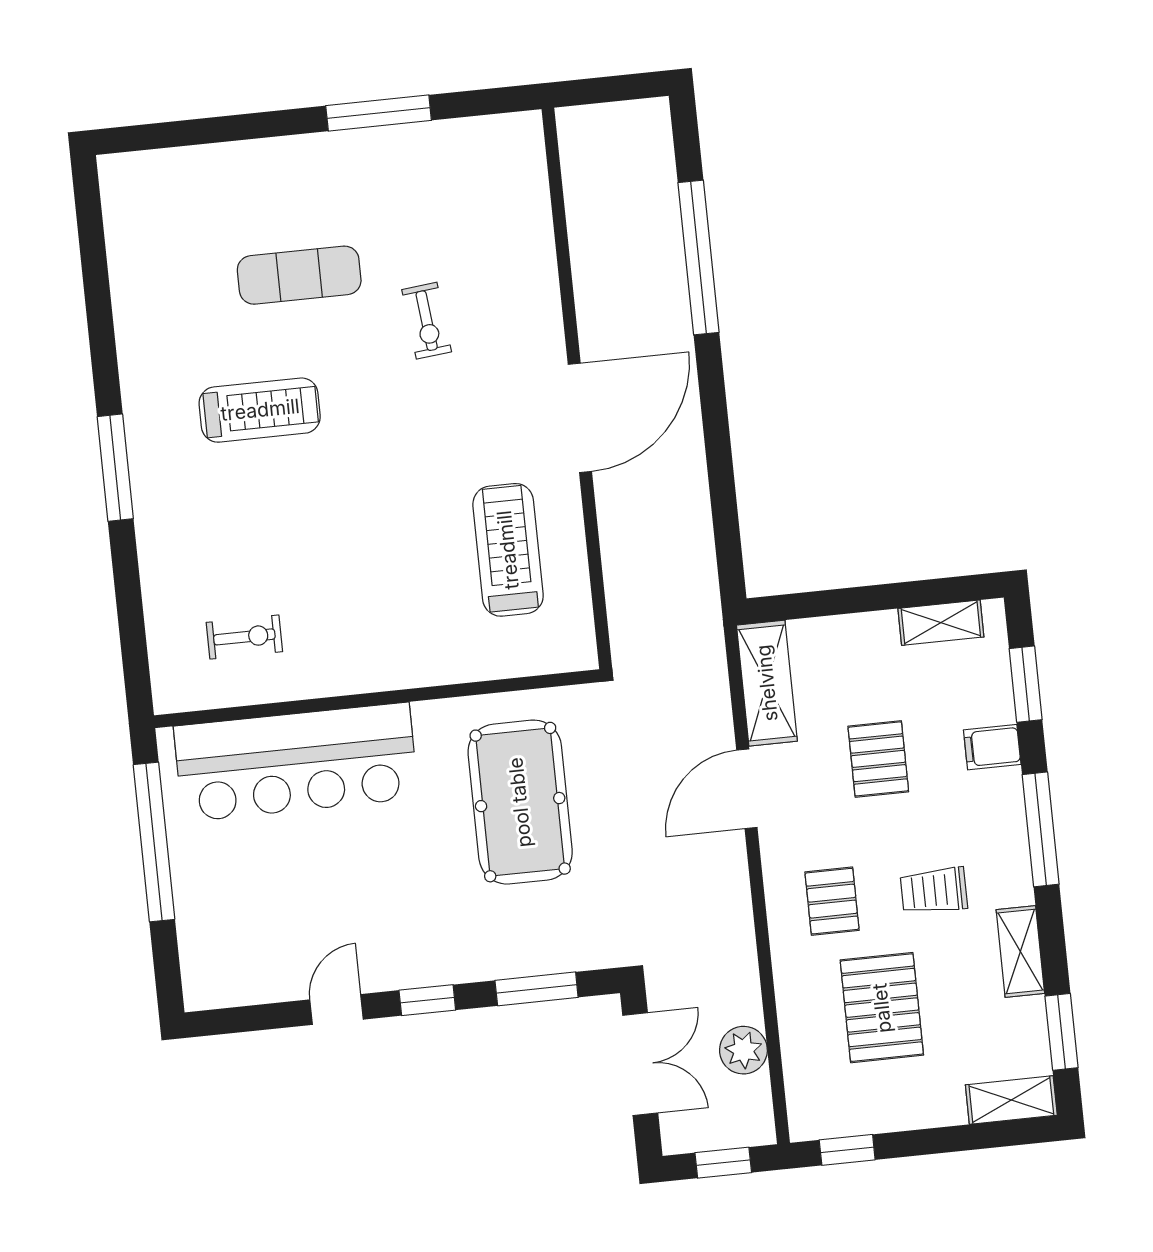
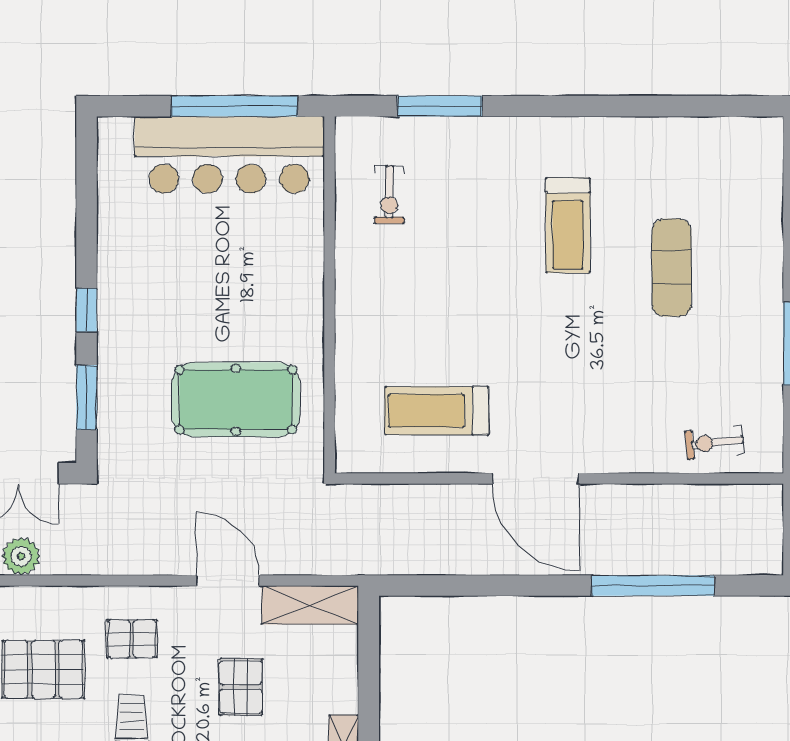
exercise bike: (427, 321) -> (714, 443), moved
window: (115, 468) -> (440, 106), moved
treadmill: (508, 550) -> (437, 411), turned 180
pallet: (878, 759) -> (241, 687), turned 90
bar counter: (296, 762) -> (229, 155), moved, turned -90
door: (336, 1010) -> (87, 237), removed

